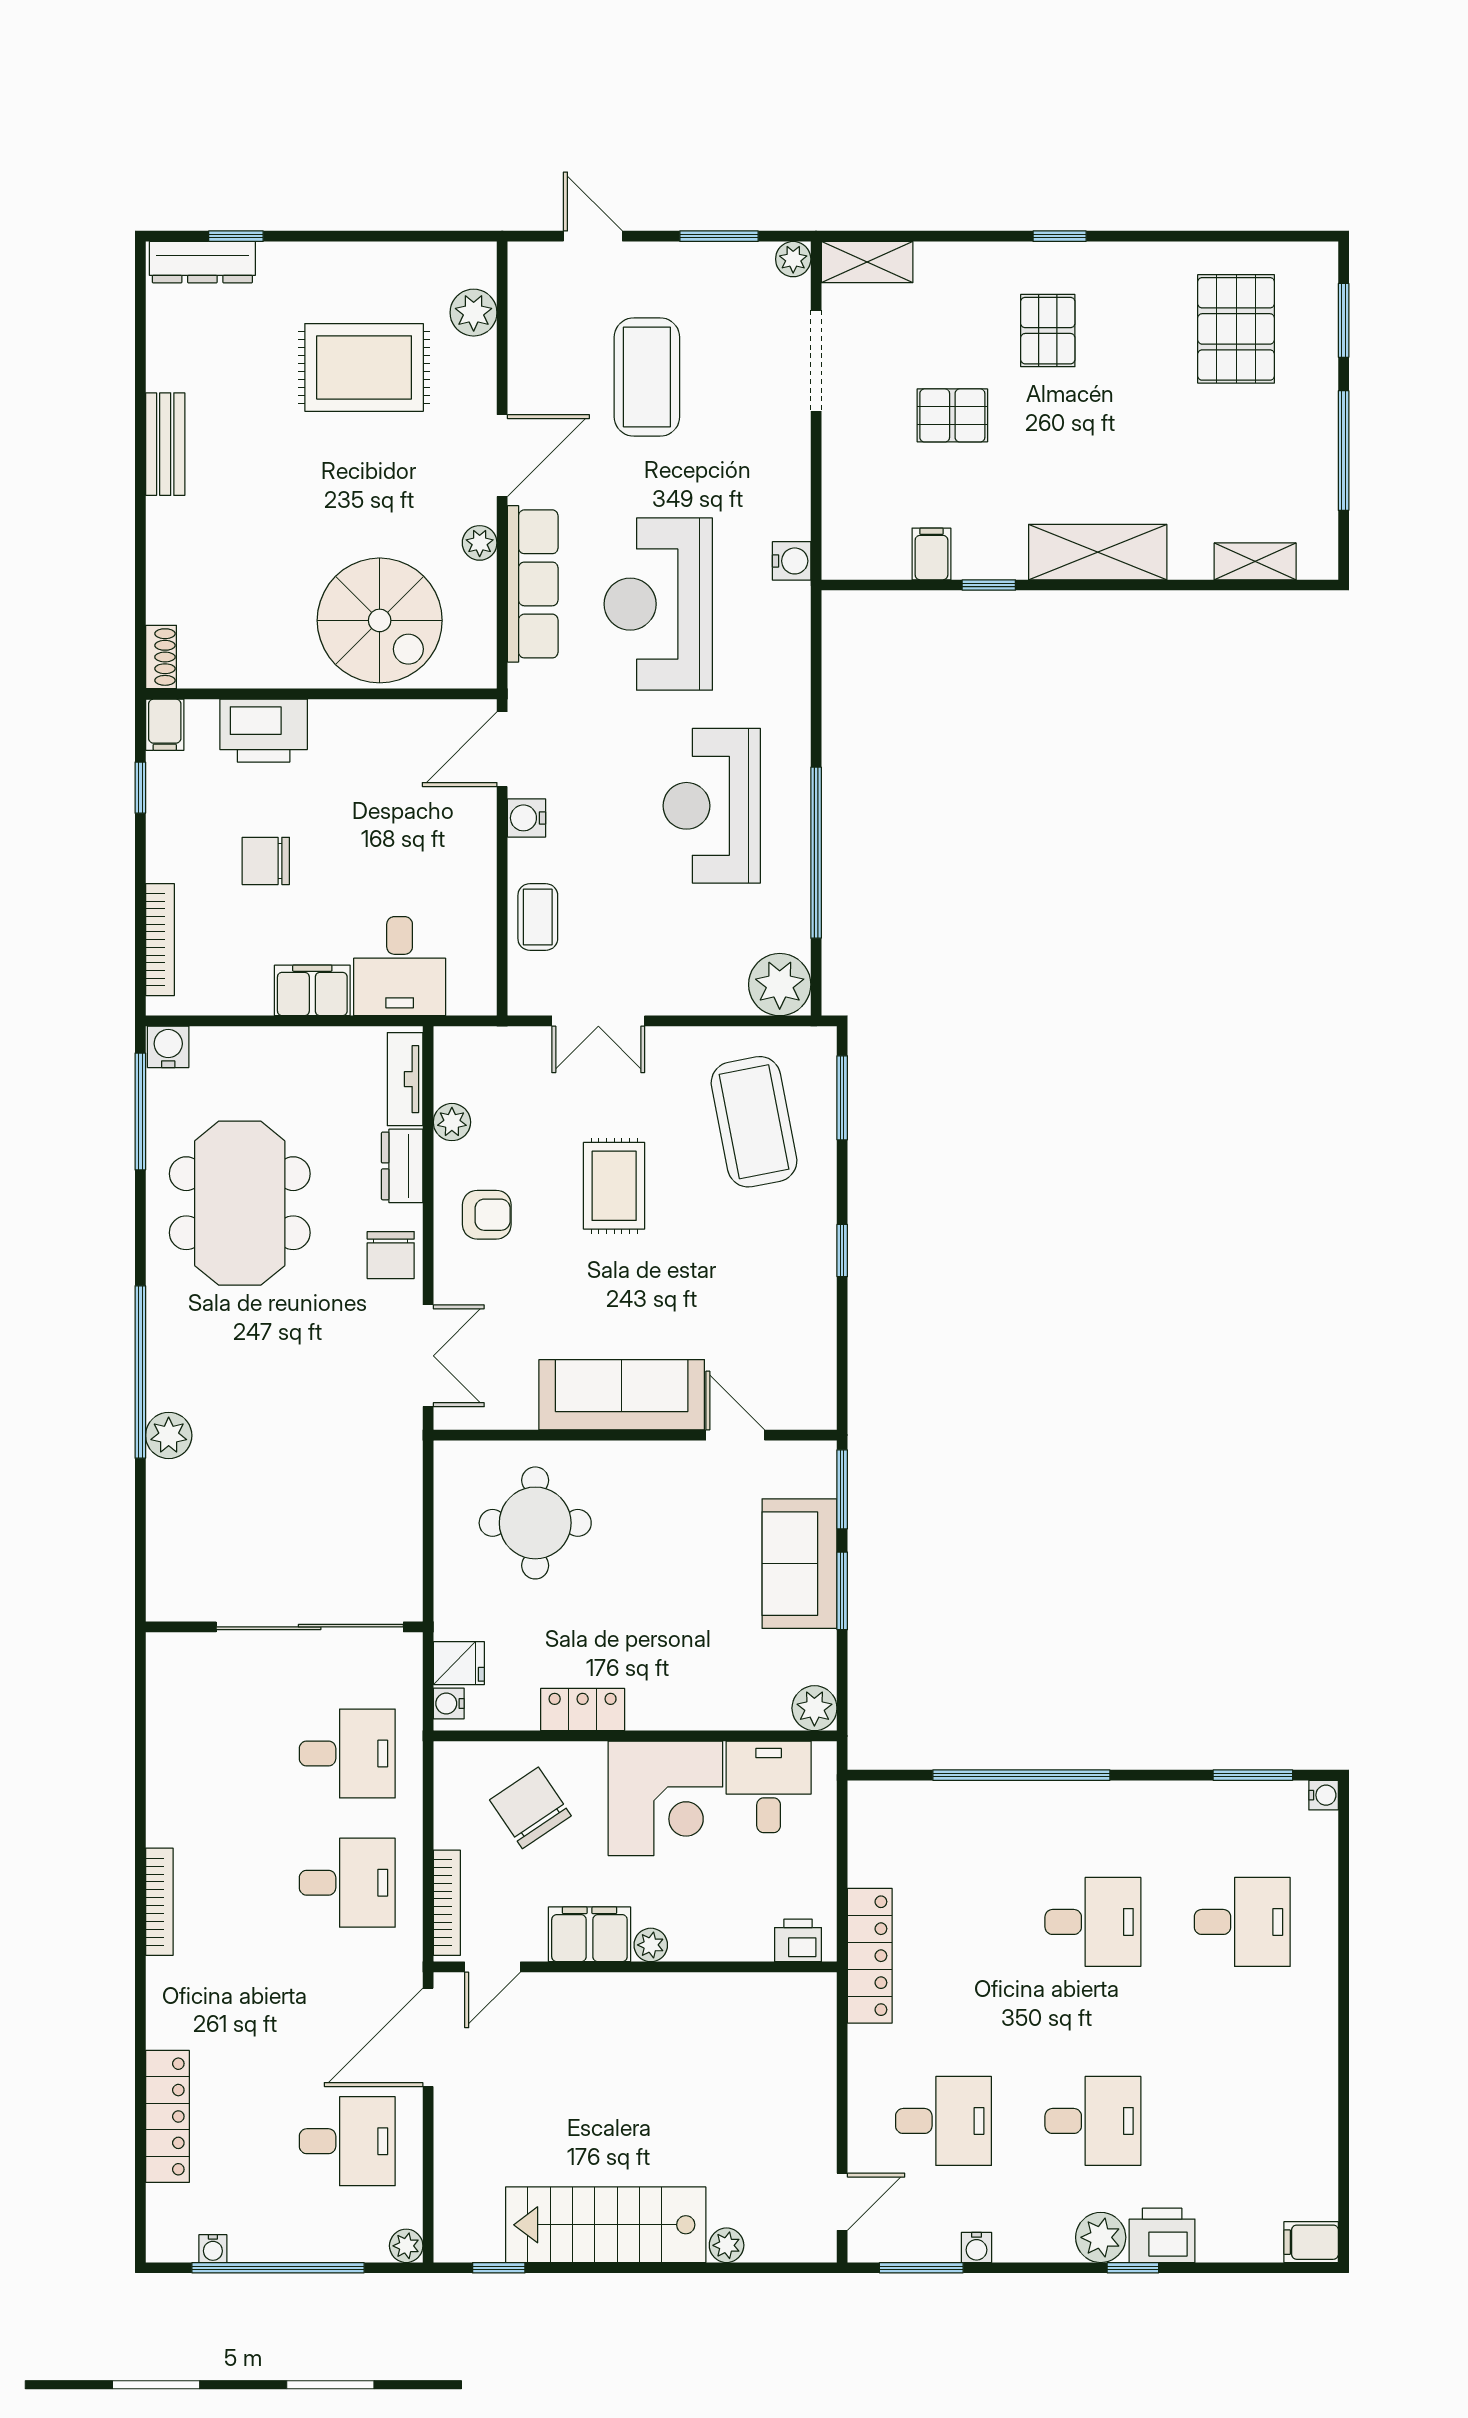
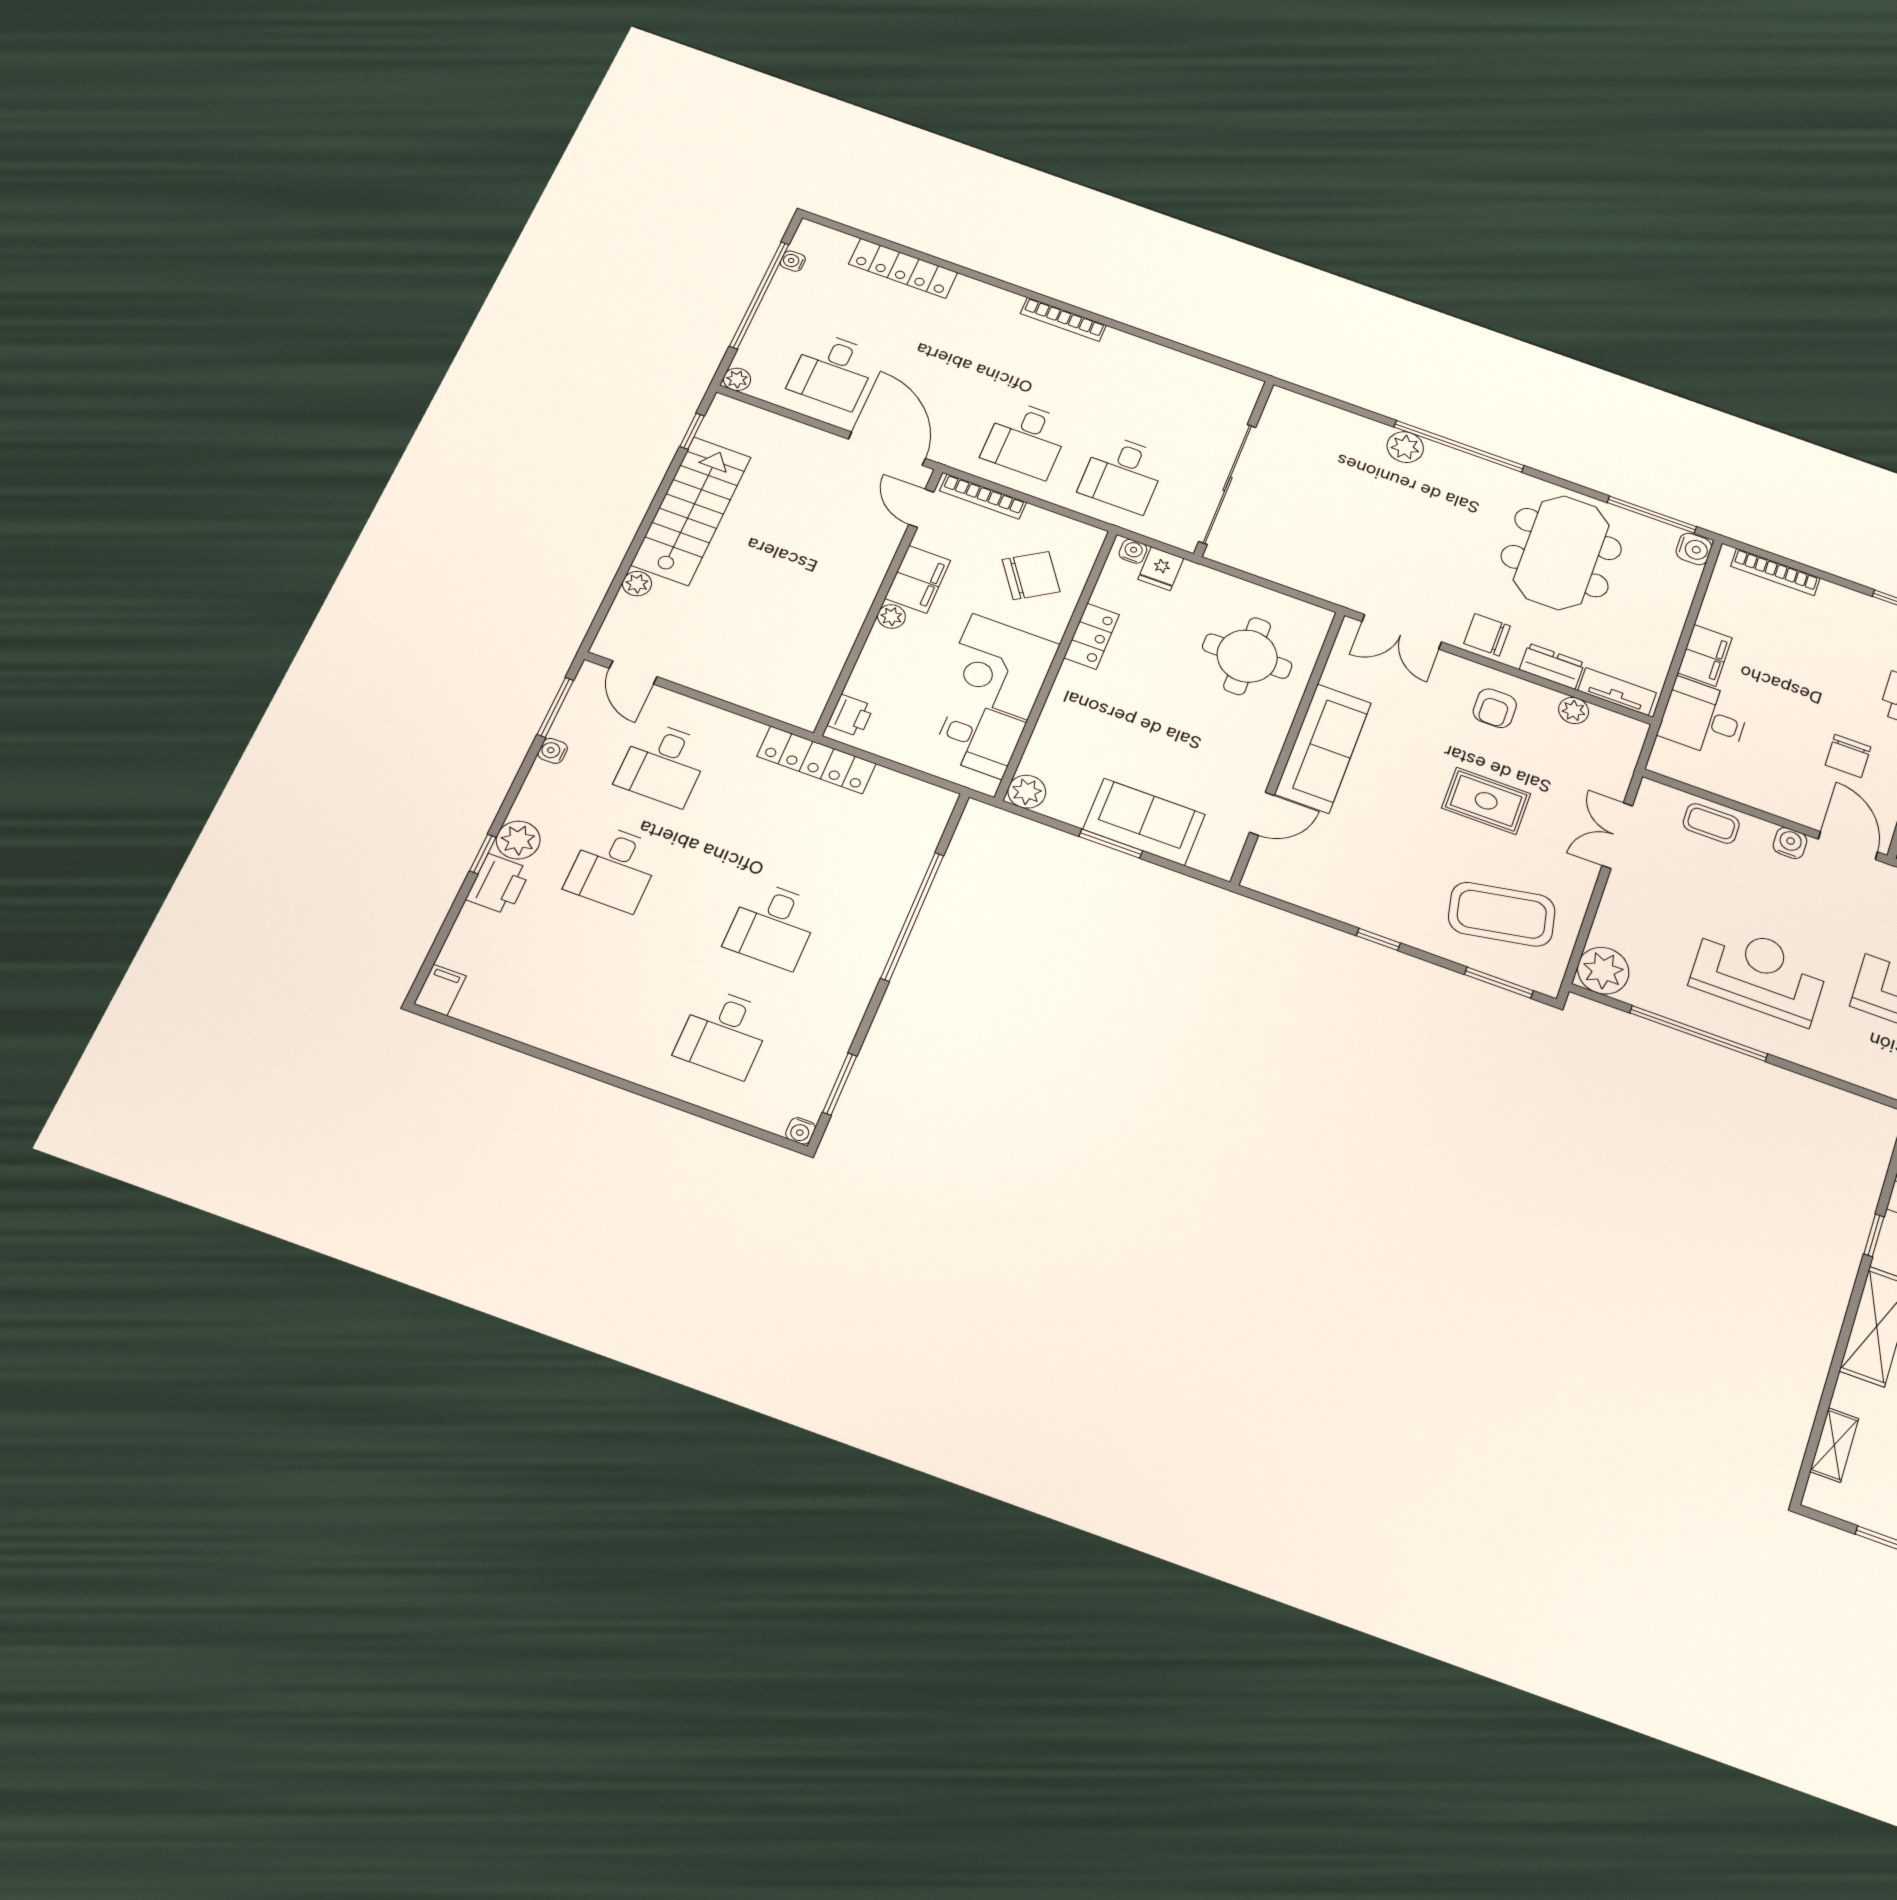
chair: (266, 861) -> (1848, 756), moved, turned 180
meeting table: (240, 1203) -> (1561, 553), turned 90
window: (842, 1489) -> (1190, 872), removed

